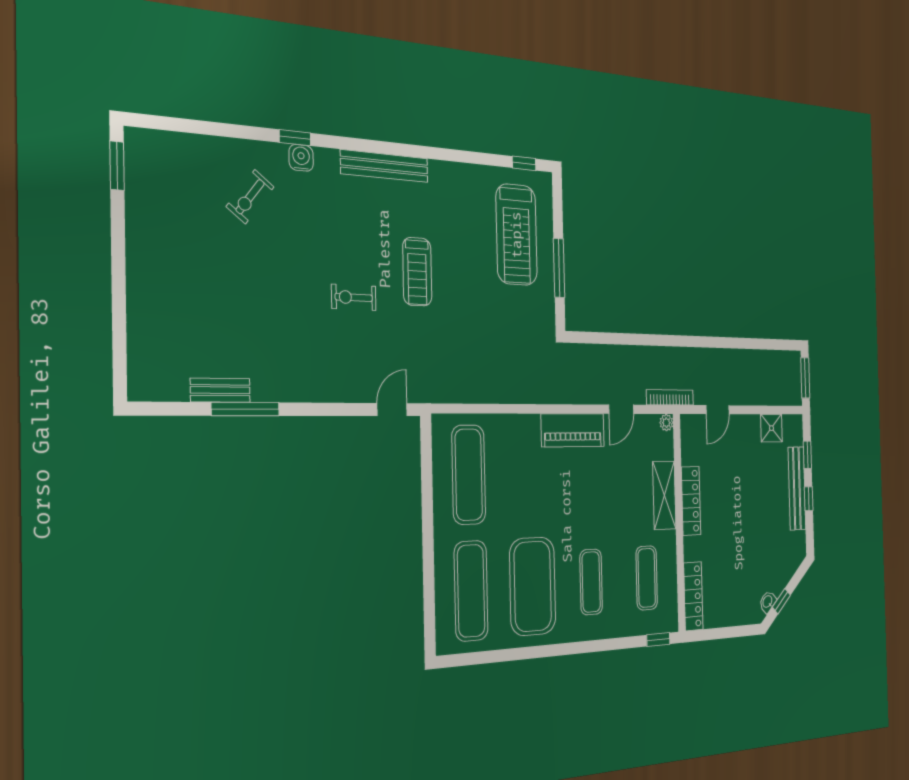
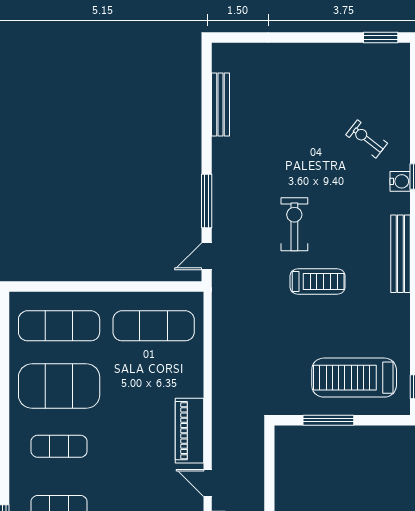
treadmill: (417, 272) -> (318, 281), turned 180
exercise bike: (354, 297) -> (294, 224), width x1.38, depth x1.39
bench: (220, 390) -> (220, 104), width x1.36
window: (245, 409) -> (207, 201), moved
door: (392, 410) -> (207, 256), swing flipped

